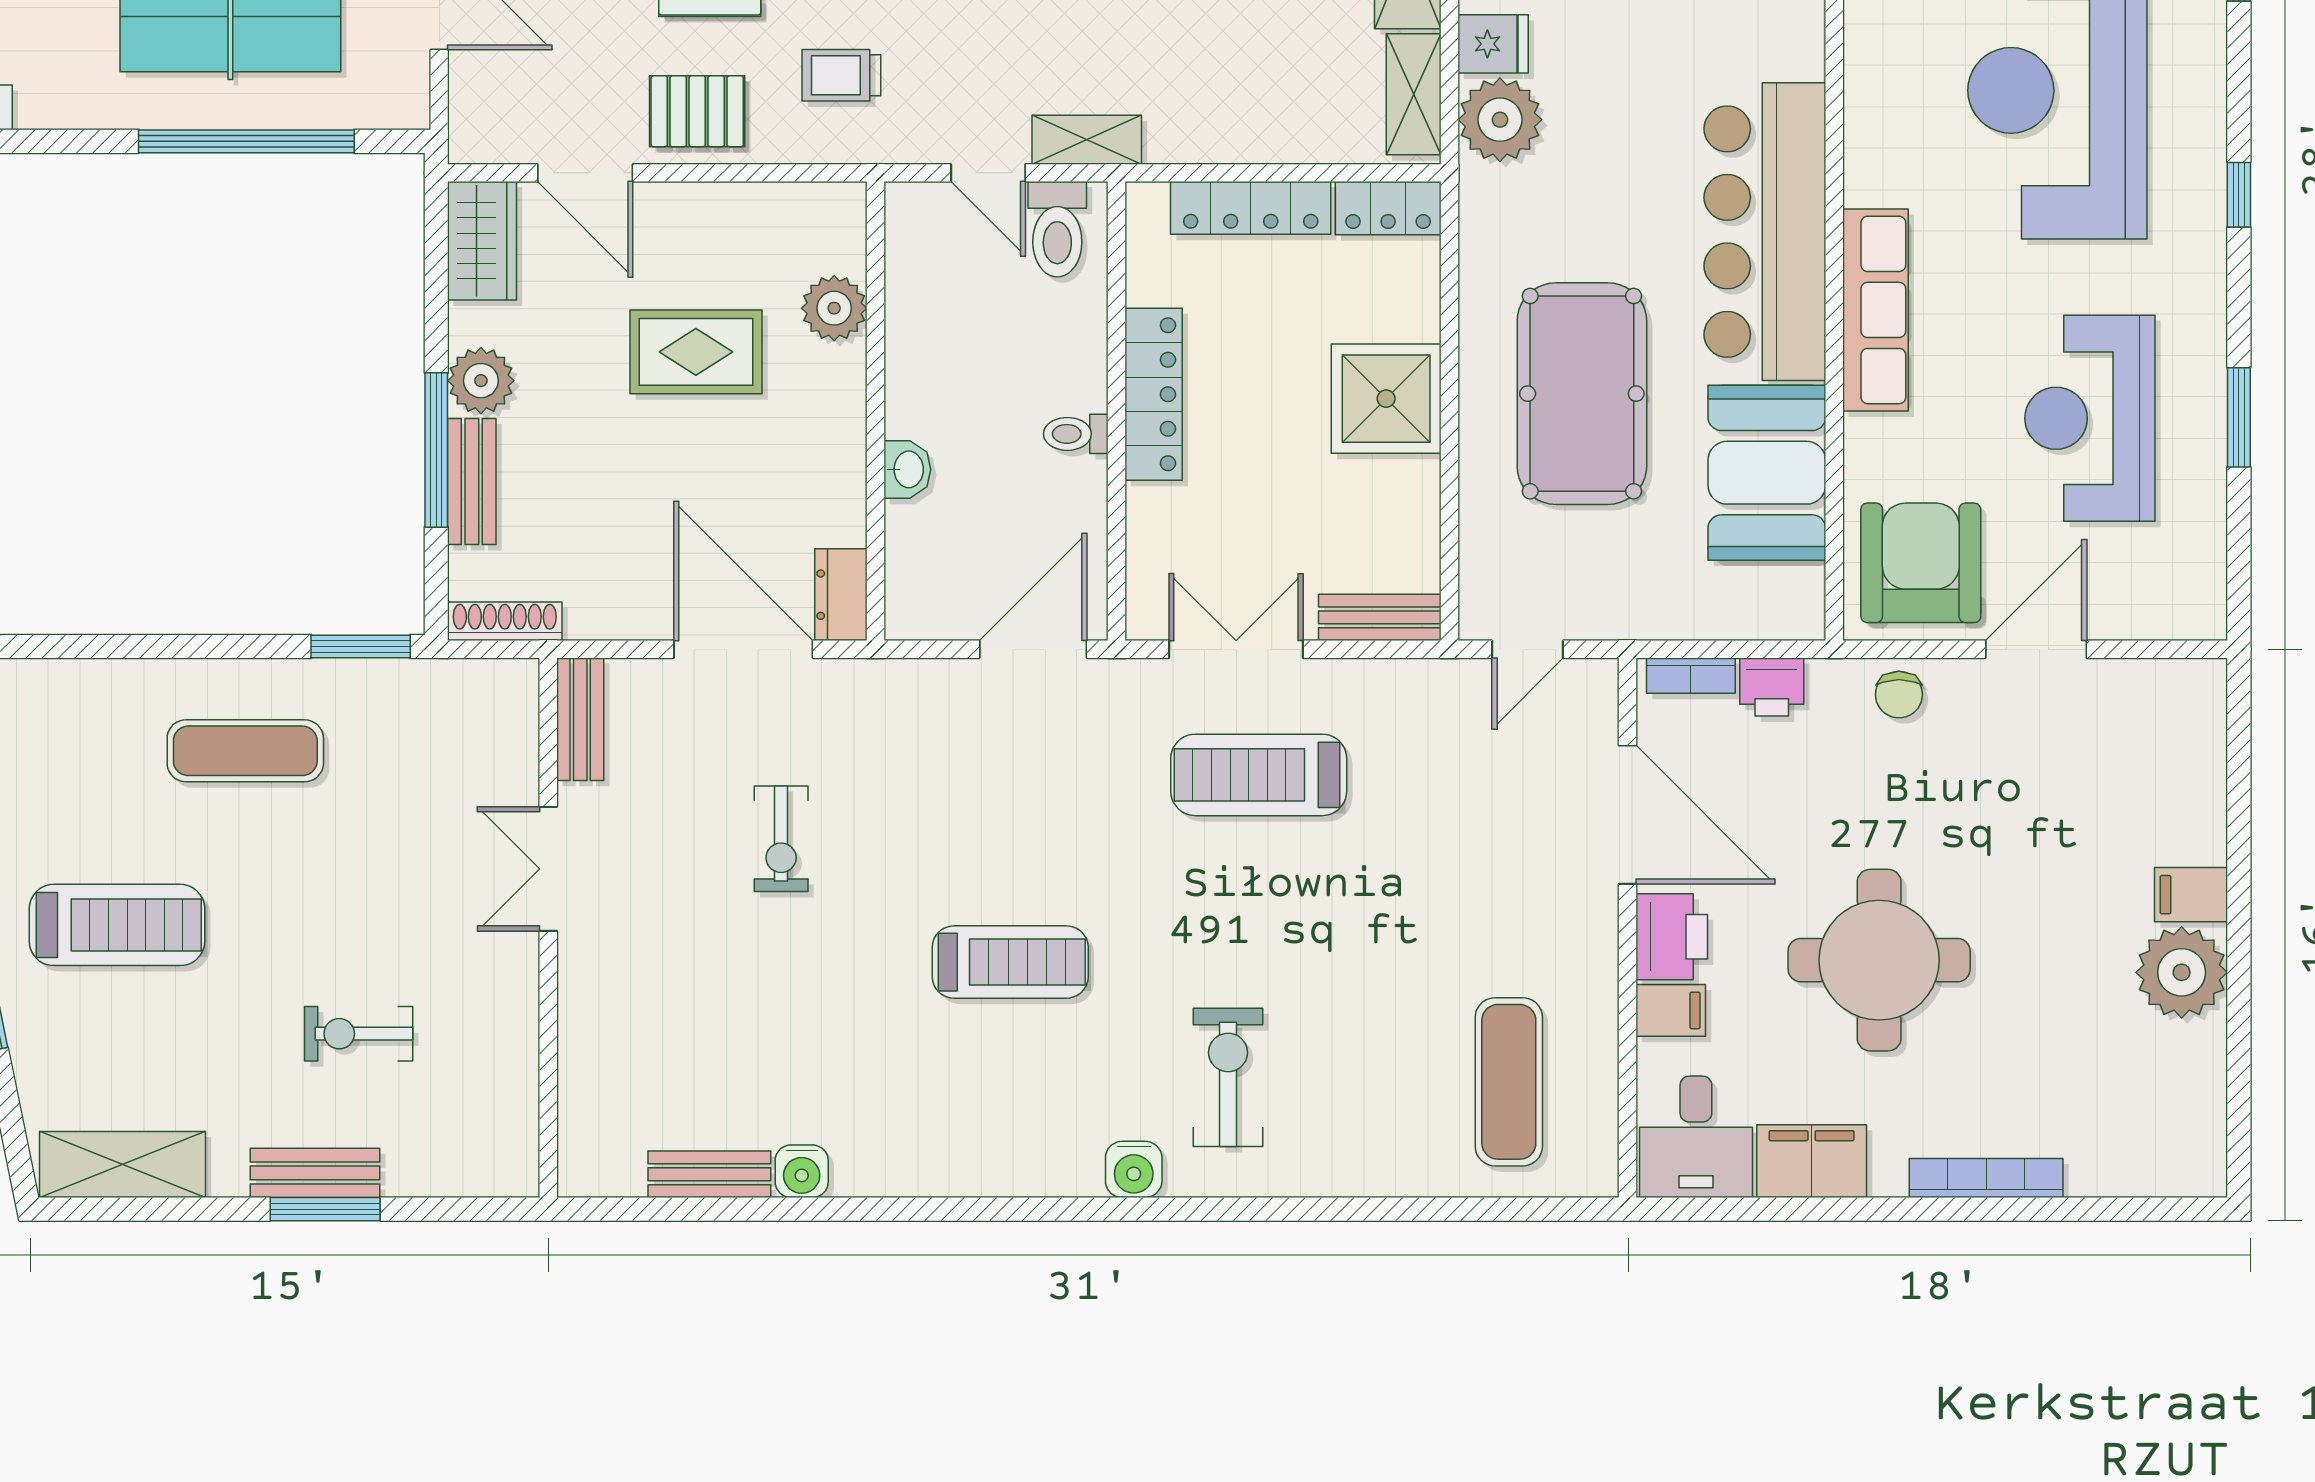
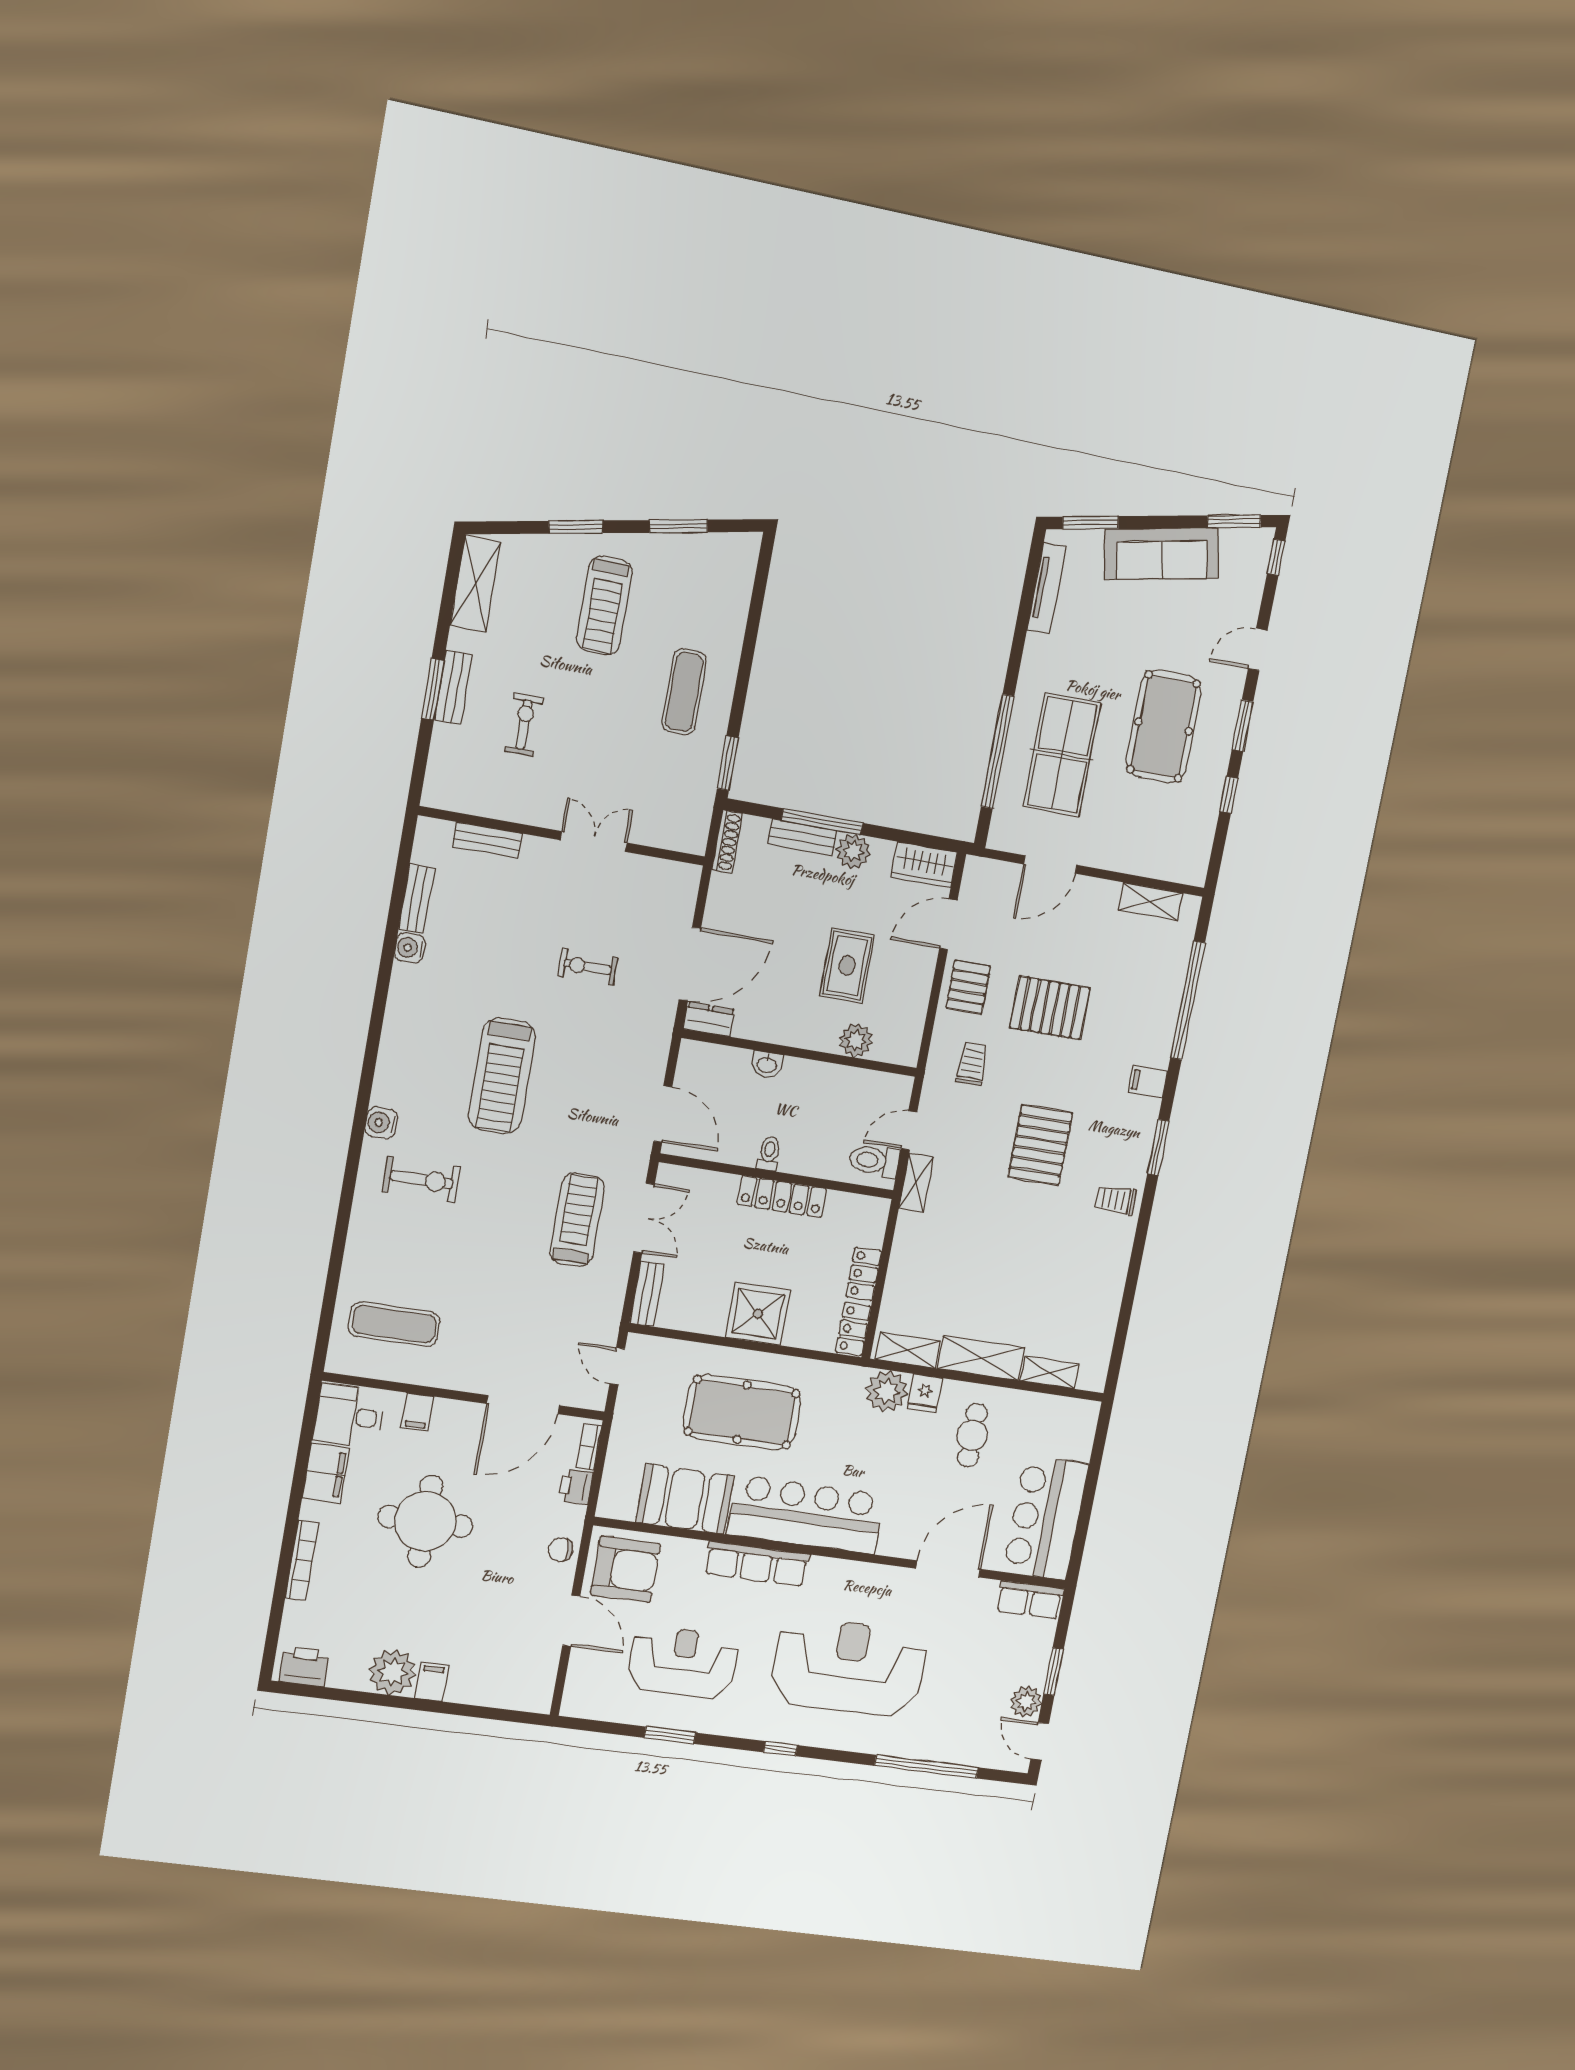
locker: (1251, 208) -> (864, 1274), width x0.66
bench: (580, 719) -> (487, 840), moved
printer: (1672, 937) -> (304, 1666), moved, turned 180
treadmill: (1010, 962) -> (502, 1076), width x1.37, depth x1.38

